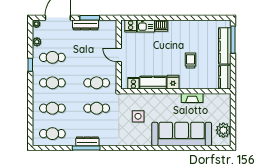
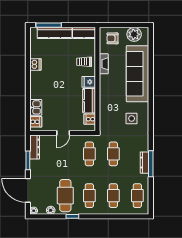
dresser: (86, 25) -> (35, 147), moved
dishwasher: (161, 26) -> (35, 64), moved
cafe table: (52, 57) -> (65, 196), width x1.37, depth x1.35
trolley: (190, 61) -> (84, 62), moved
armchair: (219, 107) -> (112, 38), added
side table: (138, 116) -> (132, 119), moved

